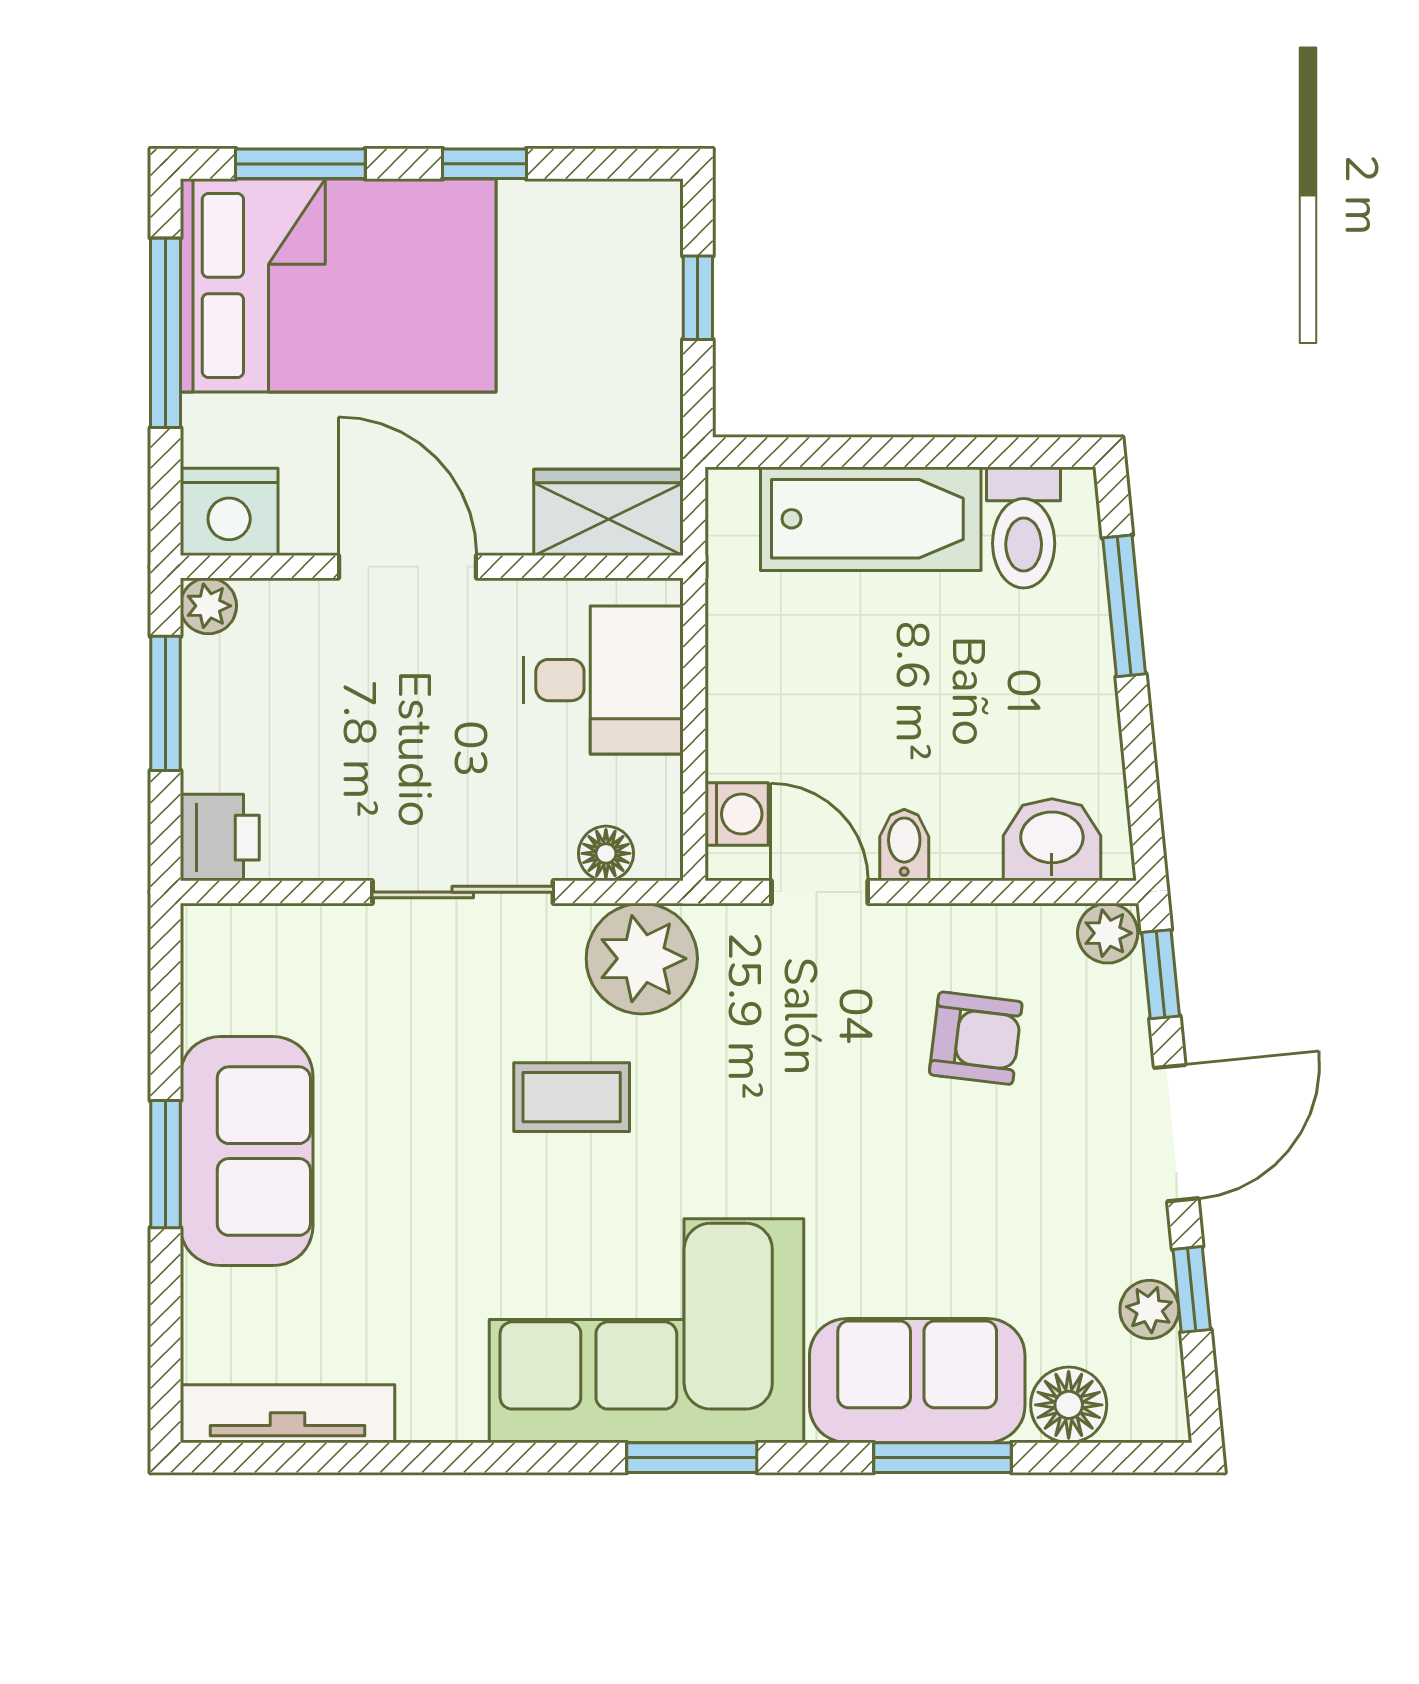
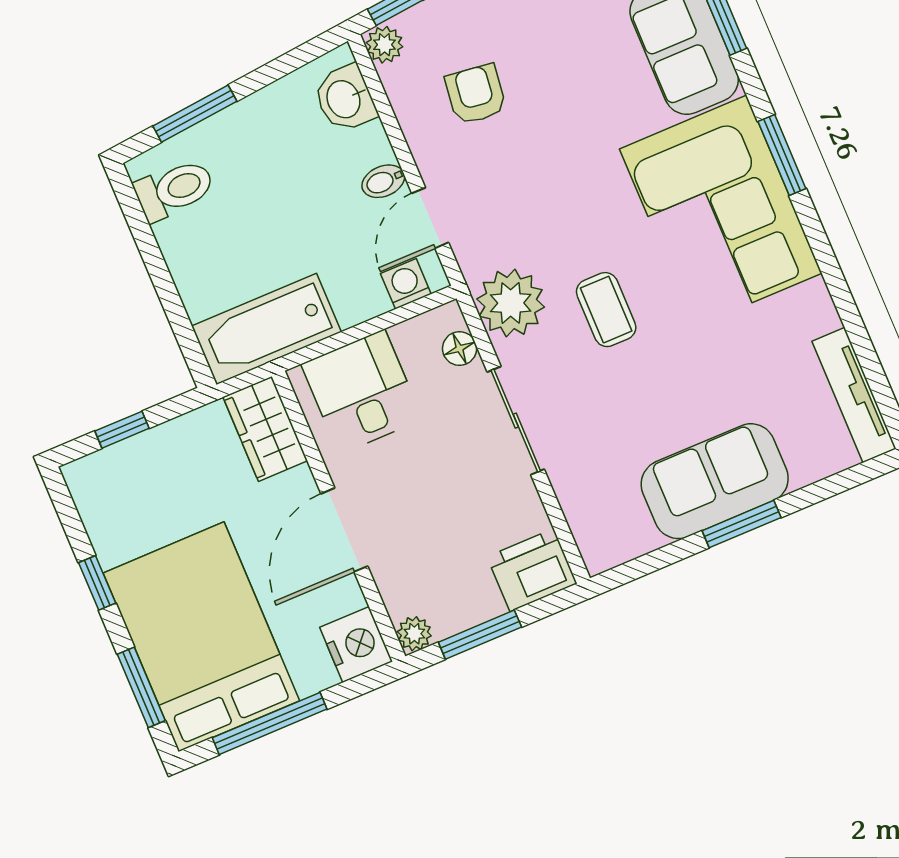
bathtub: (871, 519) -> (266, 329), moved, turned -90
printer: (220, 838) -> (532, 570), width x1.36, depth x1.24

